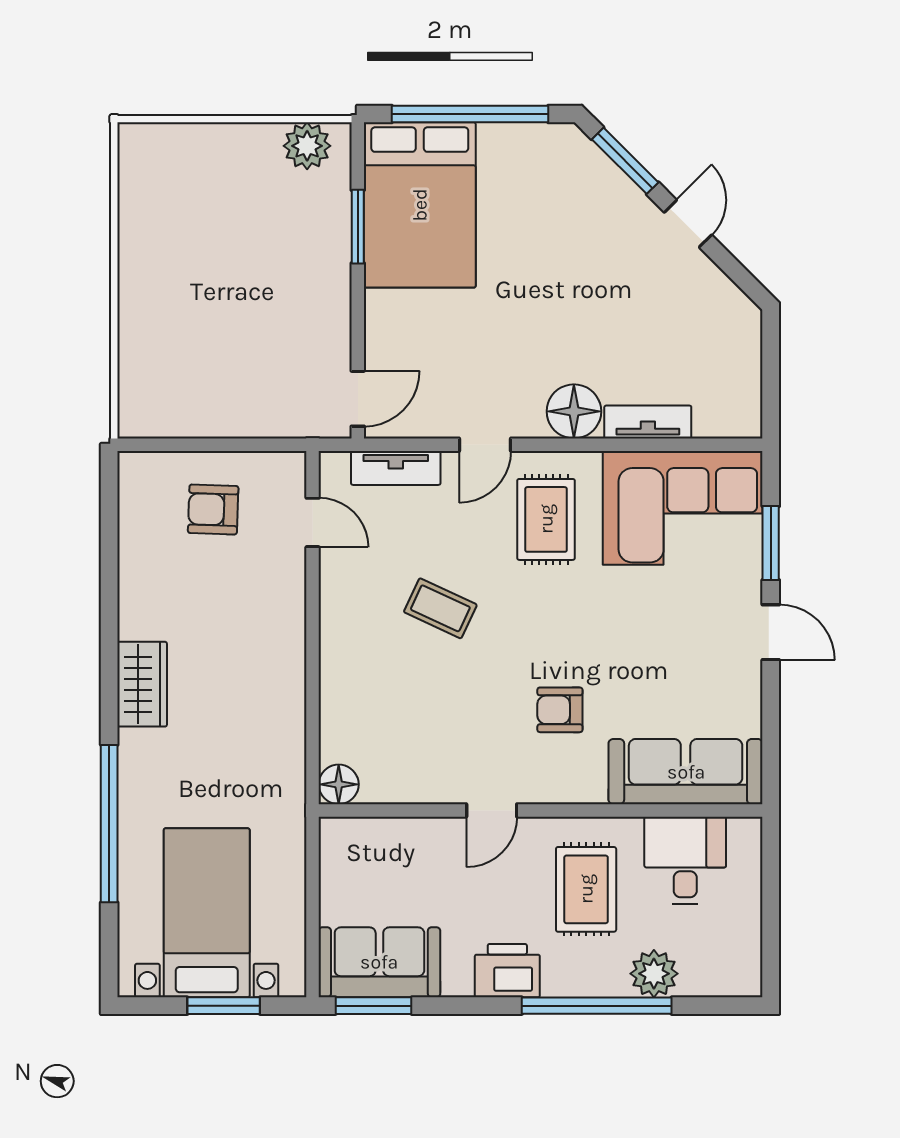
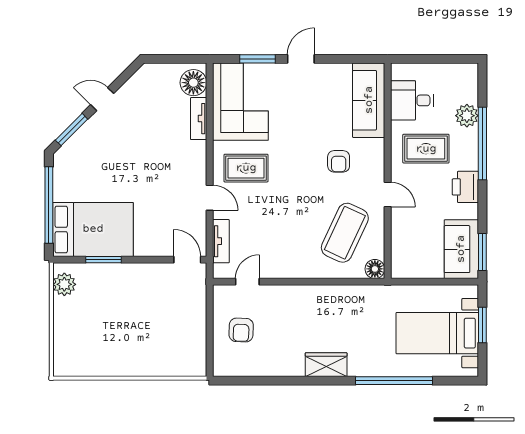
floor lamp: (574, 411) -> (193, 83), moved
coffee table: (440, 608) -> (345, 233), moved, width x1.86, depth x1.72

